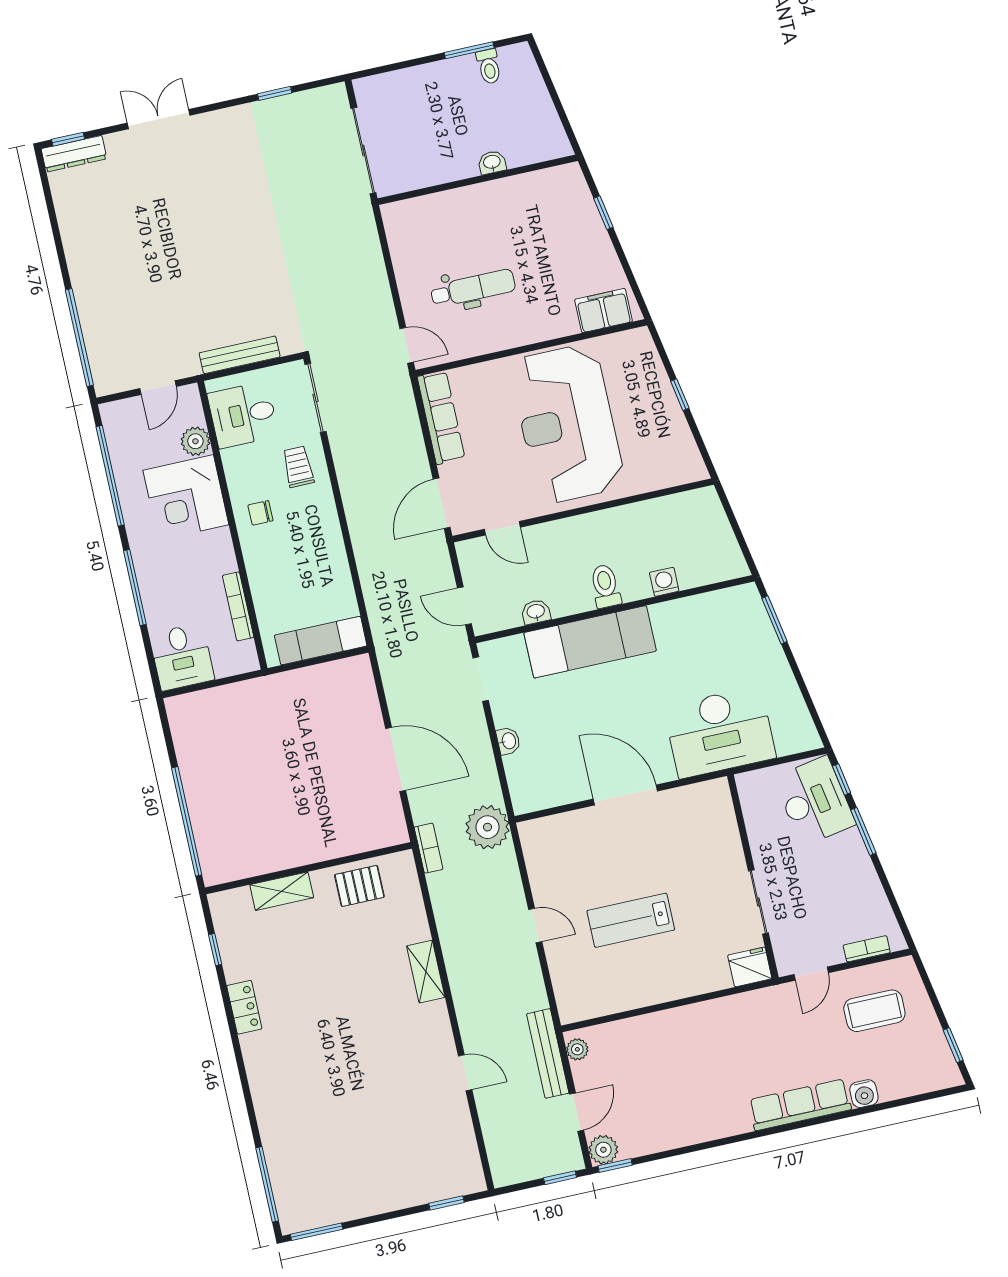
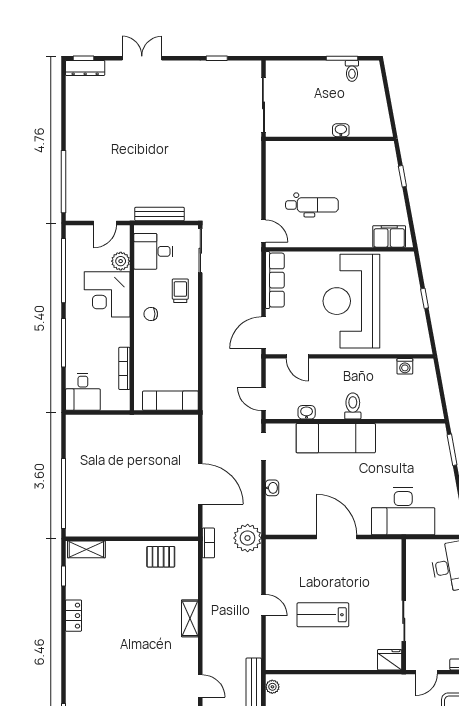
washing machine: (664, 582) -> (405, 366), moved, turned 180
shelving: (282, 891) -> (86, 549), moved

